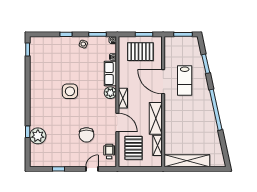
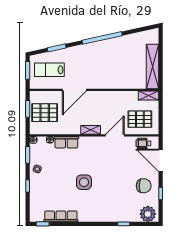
pallet: (140, 52) -> (45, 113), turned 90
row of seats: (35, 68) -> (61, 216), added
lab bench: (185, 80) -> (49, 70), moved, turned 180
plant: (110, 93) -> (85, 142), removed
shelving: (156, 118) -> (111, 97), removed
chair: (86, 135) -> (144, 186), moved
plant: (38, 136) -> (148, 214), moved
shelving: (158, 145) -> (149, 95), moved
door: (92, 169) -> (161, 160), width x1.88

